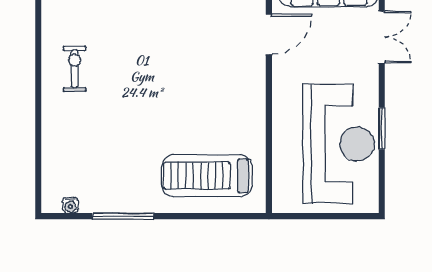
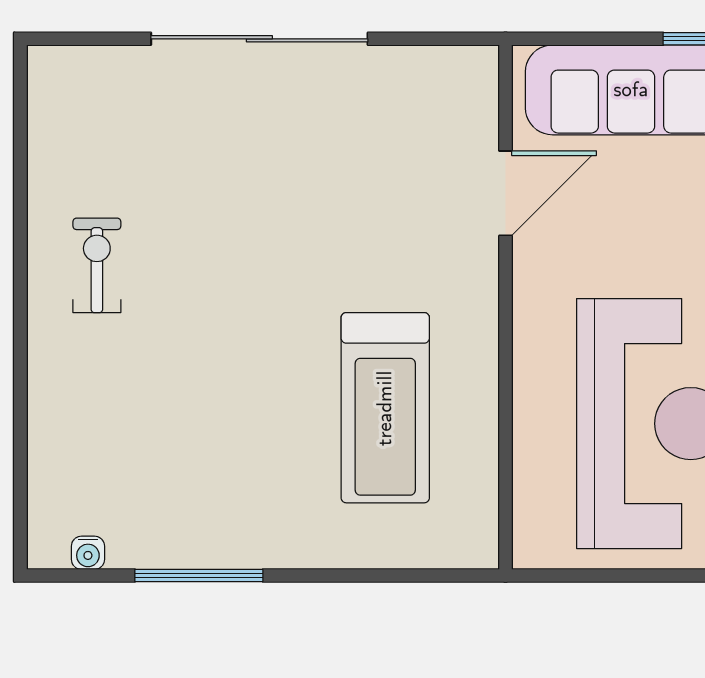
treadmill: (207, 176) -> (385, 408), moved, turned -90

